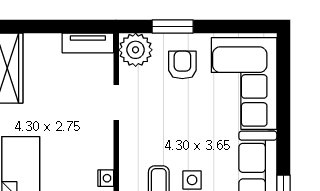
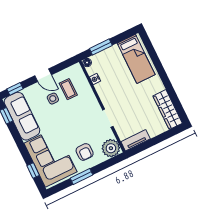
window: (173, 26) -> (82, 177), moved
window: (283, 76) -> (33, 170), added

